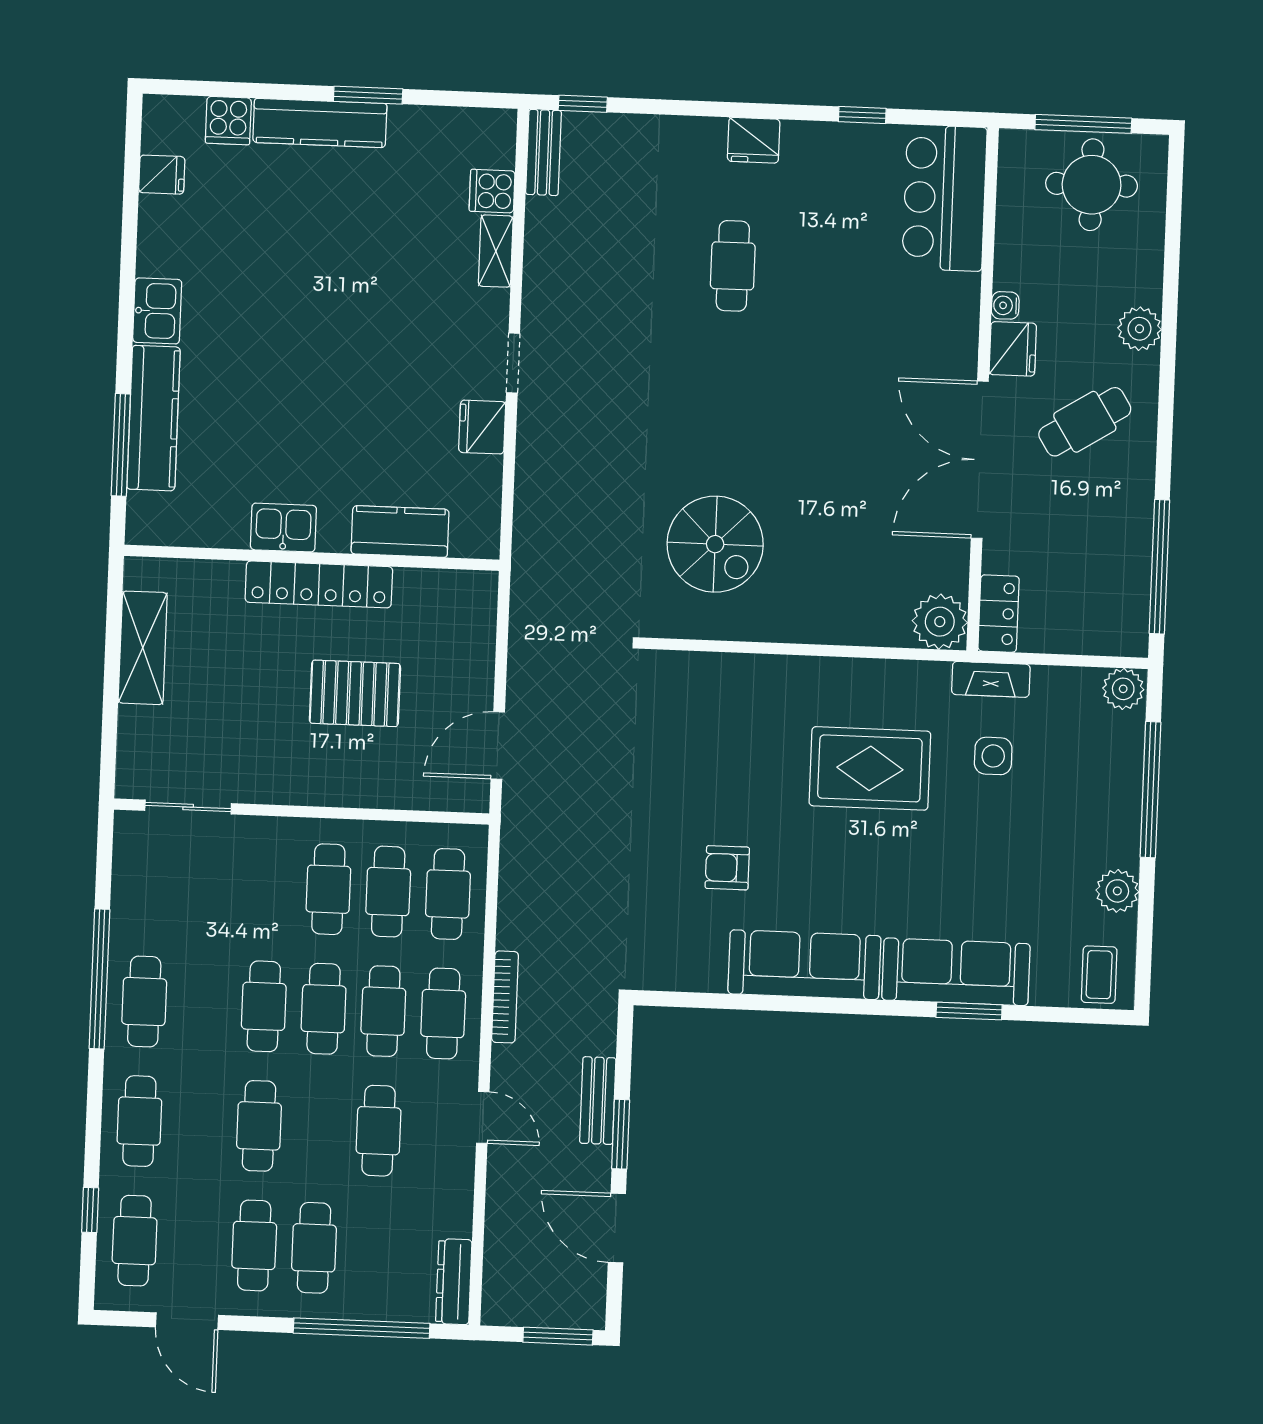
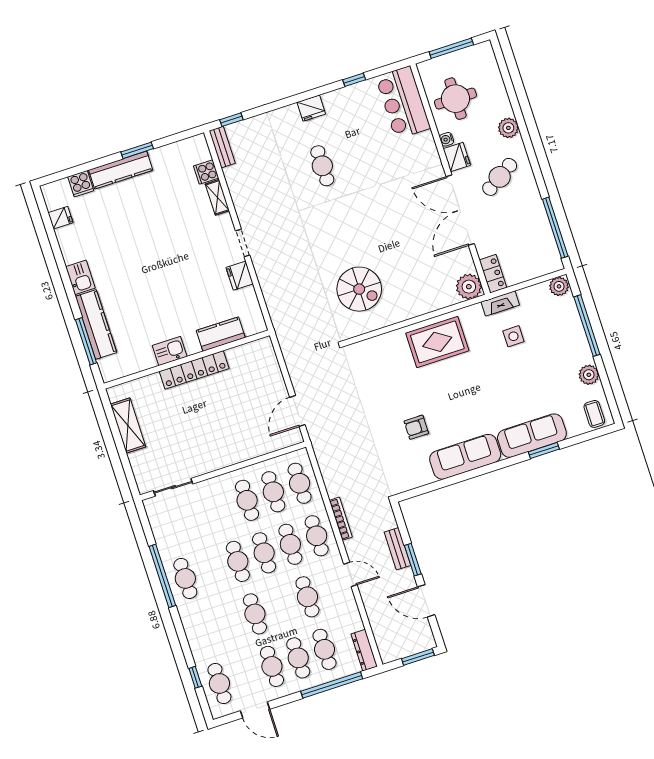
round table: (1092, 185) -> (455, 99), moved
pallet: (355, 693) -> (227, 411), removed
rug: (870, 768) -> (437, 342), moved
cafe table: (139, 1121) -> (324, 649), moved

